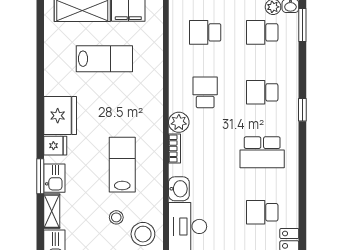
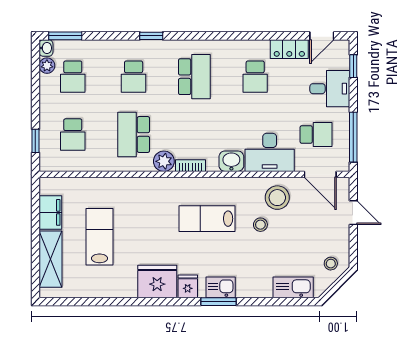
school desk: (205, 92) -> (134, 134), width x1.85
shelving: (52, 211) -> (254, 290), removed

